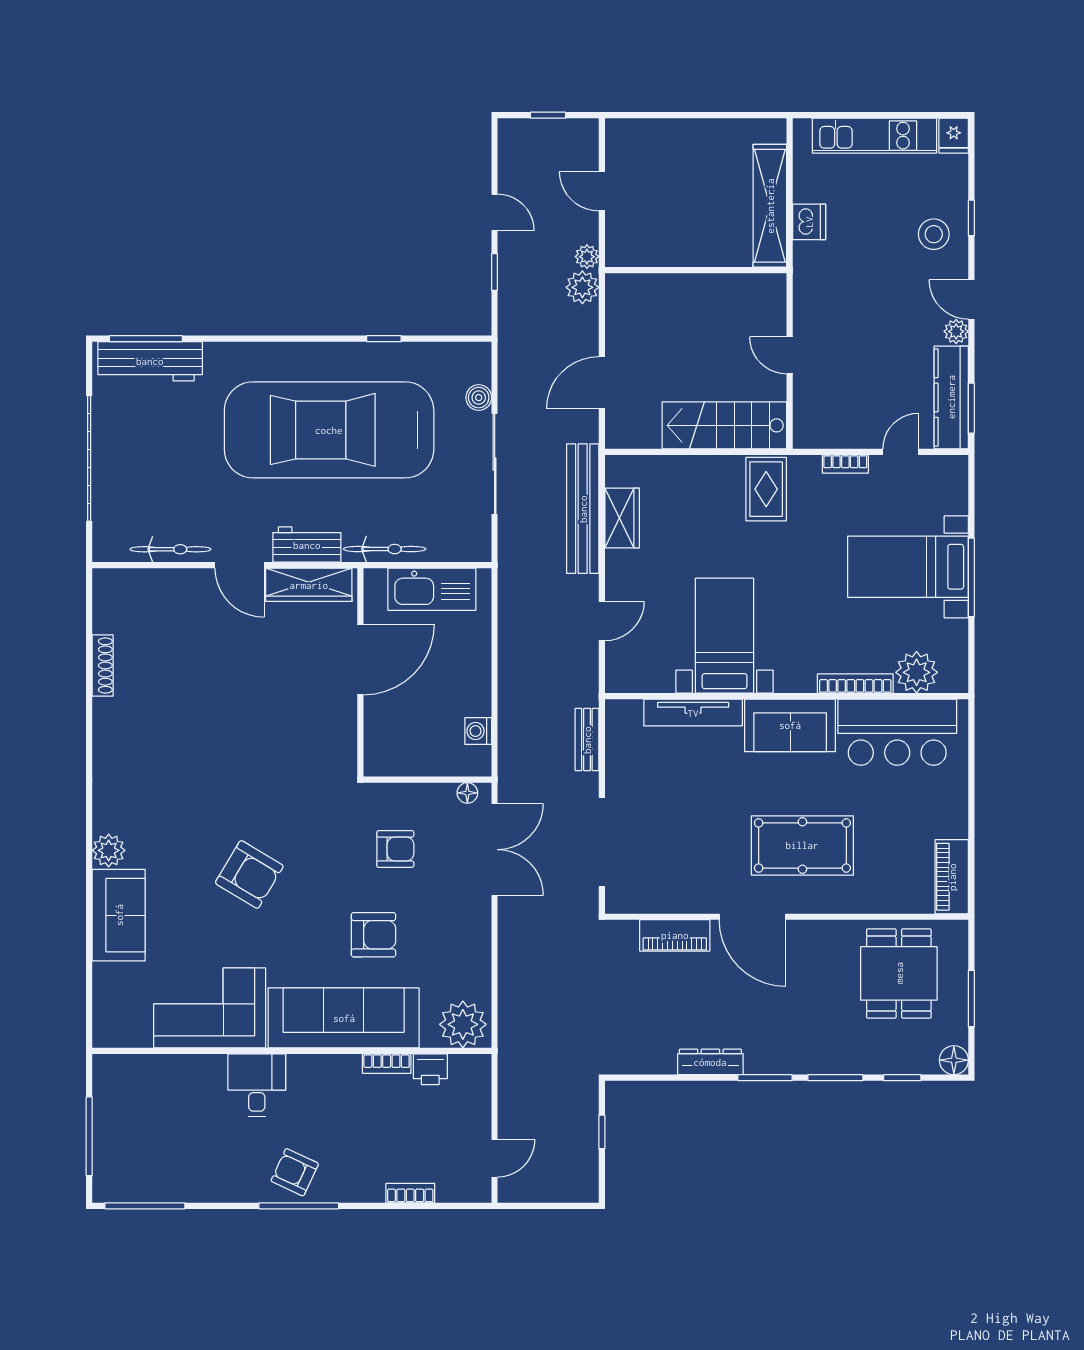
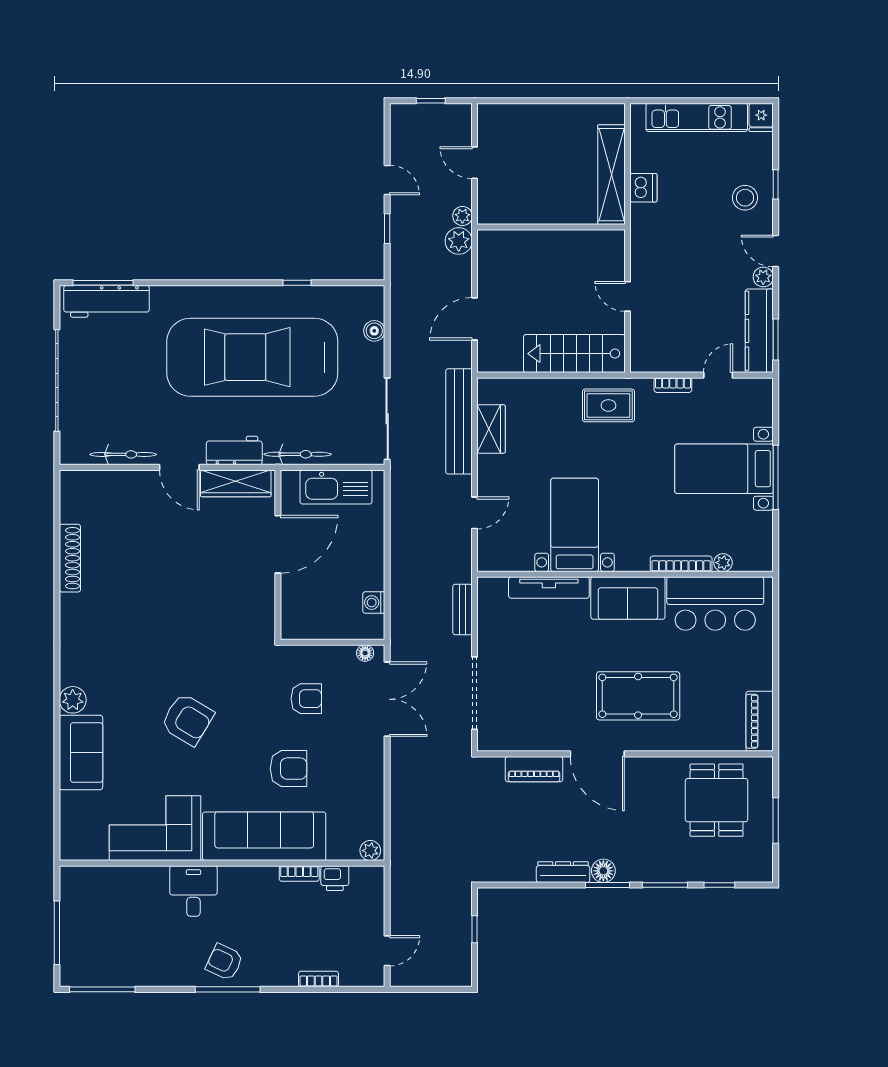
sliding door: (495, 464) -> (387, 419), moved
rug: (766, 489) -> (608, 405), turned 90
shoe rack: (103, 666) -> (70, 558), width x1.36, depth x1.24
plant: (917, 672) -> (723, 563), width x0.53, depth x0.53
plant: (463, 1024) -> (370, 851), width x0.53, depth x0.53
floor lamp: (954, 1060) -> (603, 871), moved

